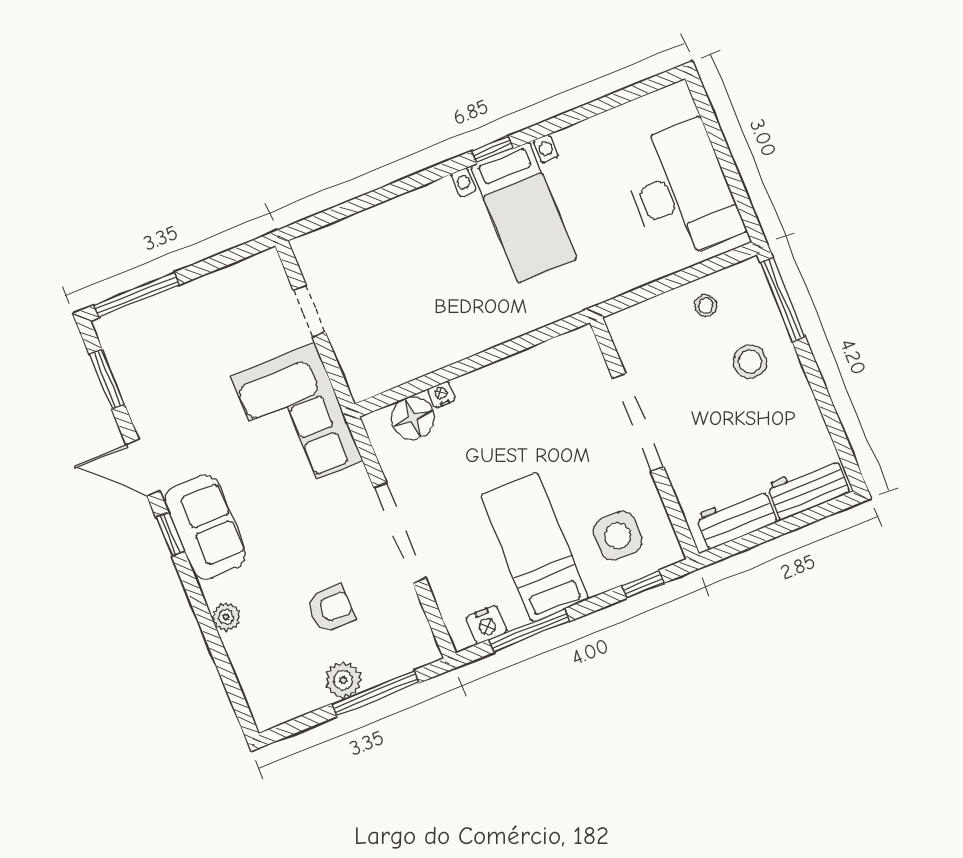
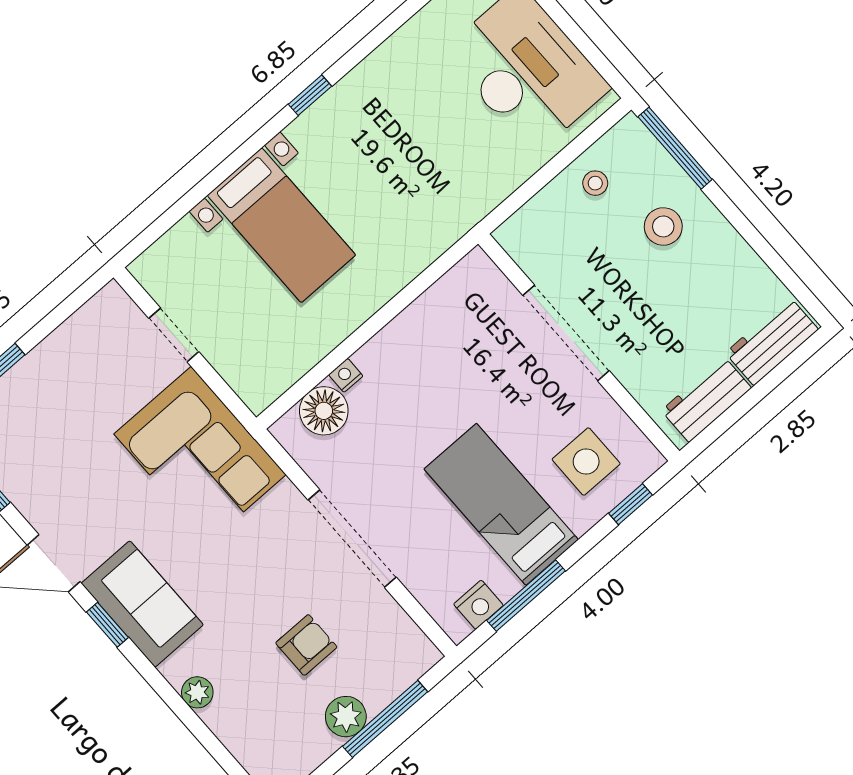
bed with nightstands: (524, 212) -> (281, 225), moved

